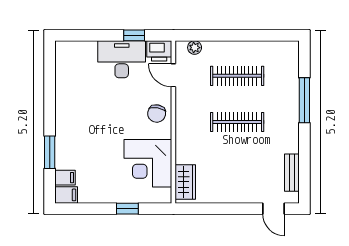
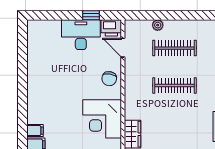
plant: (195, 48) -> (158, 25), moved
window: (50, 152) -> (22, 110), removed

